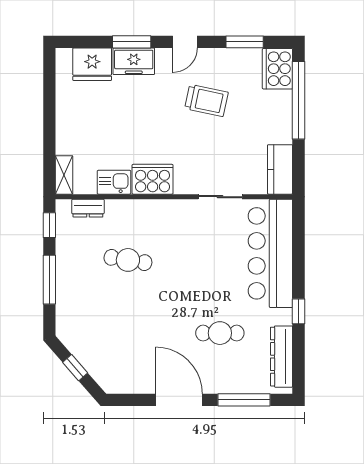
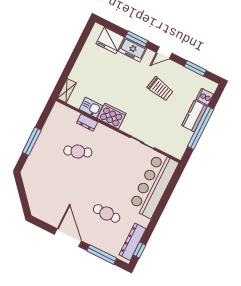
cooker: (277, 69) -> (205, 97), width x0.53, depth x0.76
window: (299, 100) -> (201, 128), moved
kitchen counter: (280, 169) -> (195, 116), moved
dresser: (88, 208) -> (87, 122), moved
window: (49, 225) -> (46, 113), removed
cafe table: (128, 260) -> (78, 152), turned -30
window: (299, 311) -> (139, 250), moved
window: (75, 368) -> (22, 194), removed

